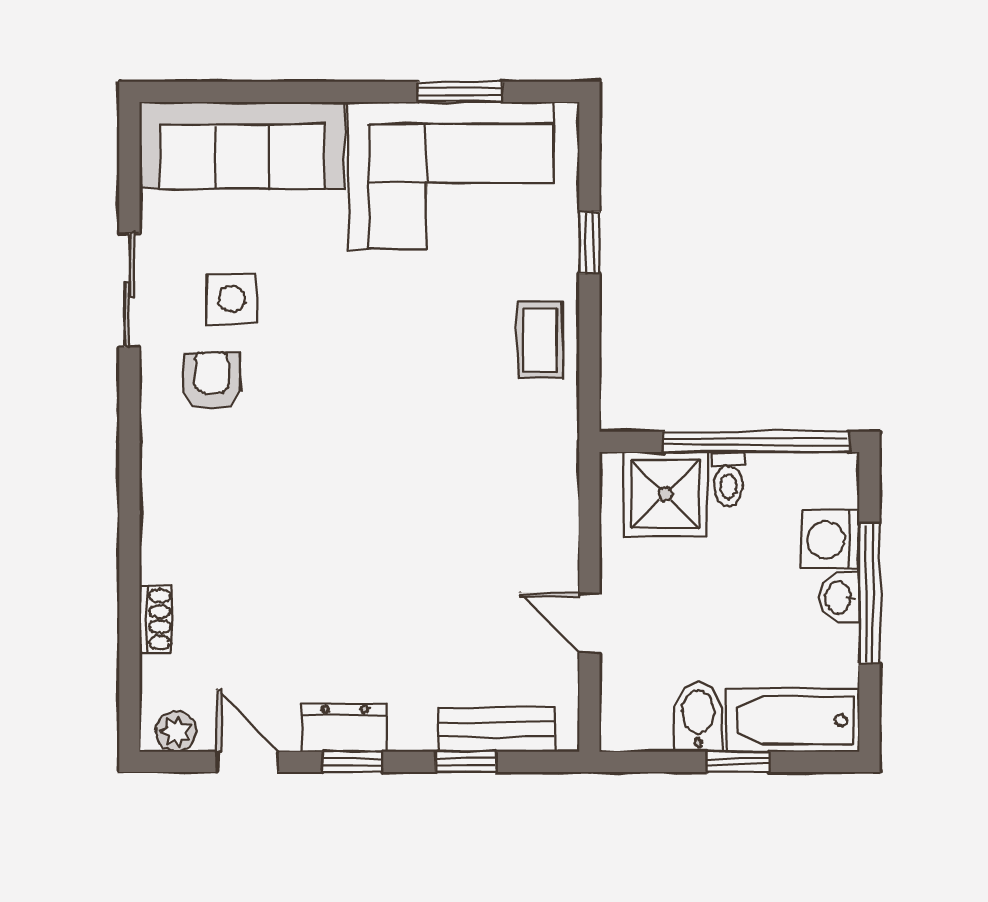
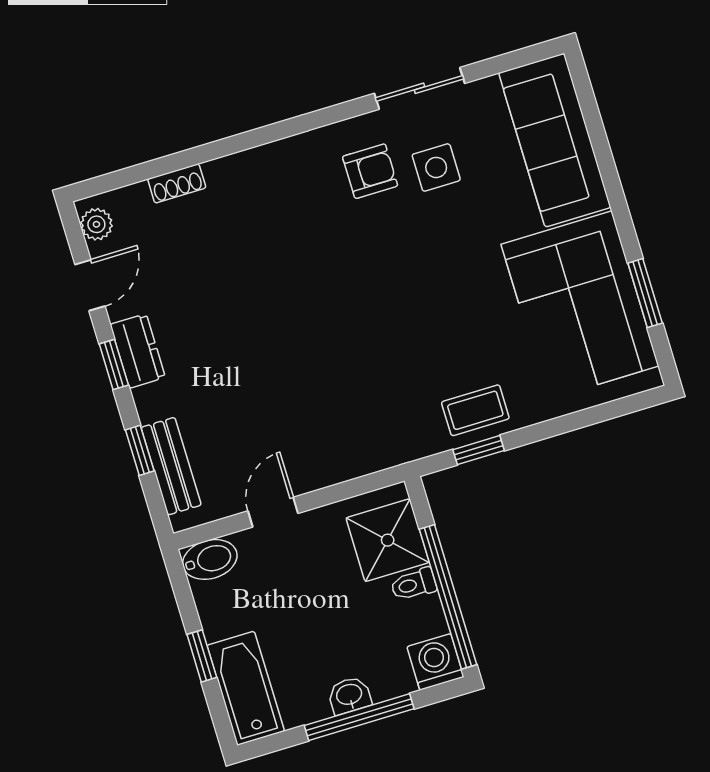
window: (589, 243) -> (479, 450), moved
washing machine: (830, 540) -> (435, 662), moved
bidet: (698, 717) -> (210, 559), moved

